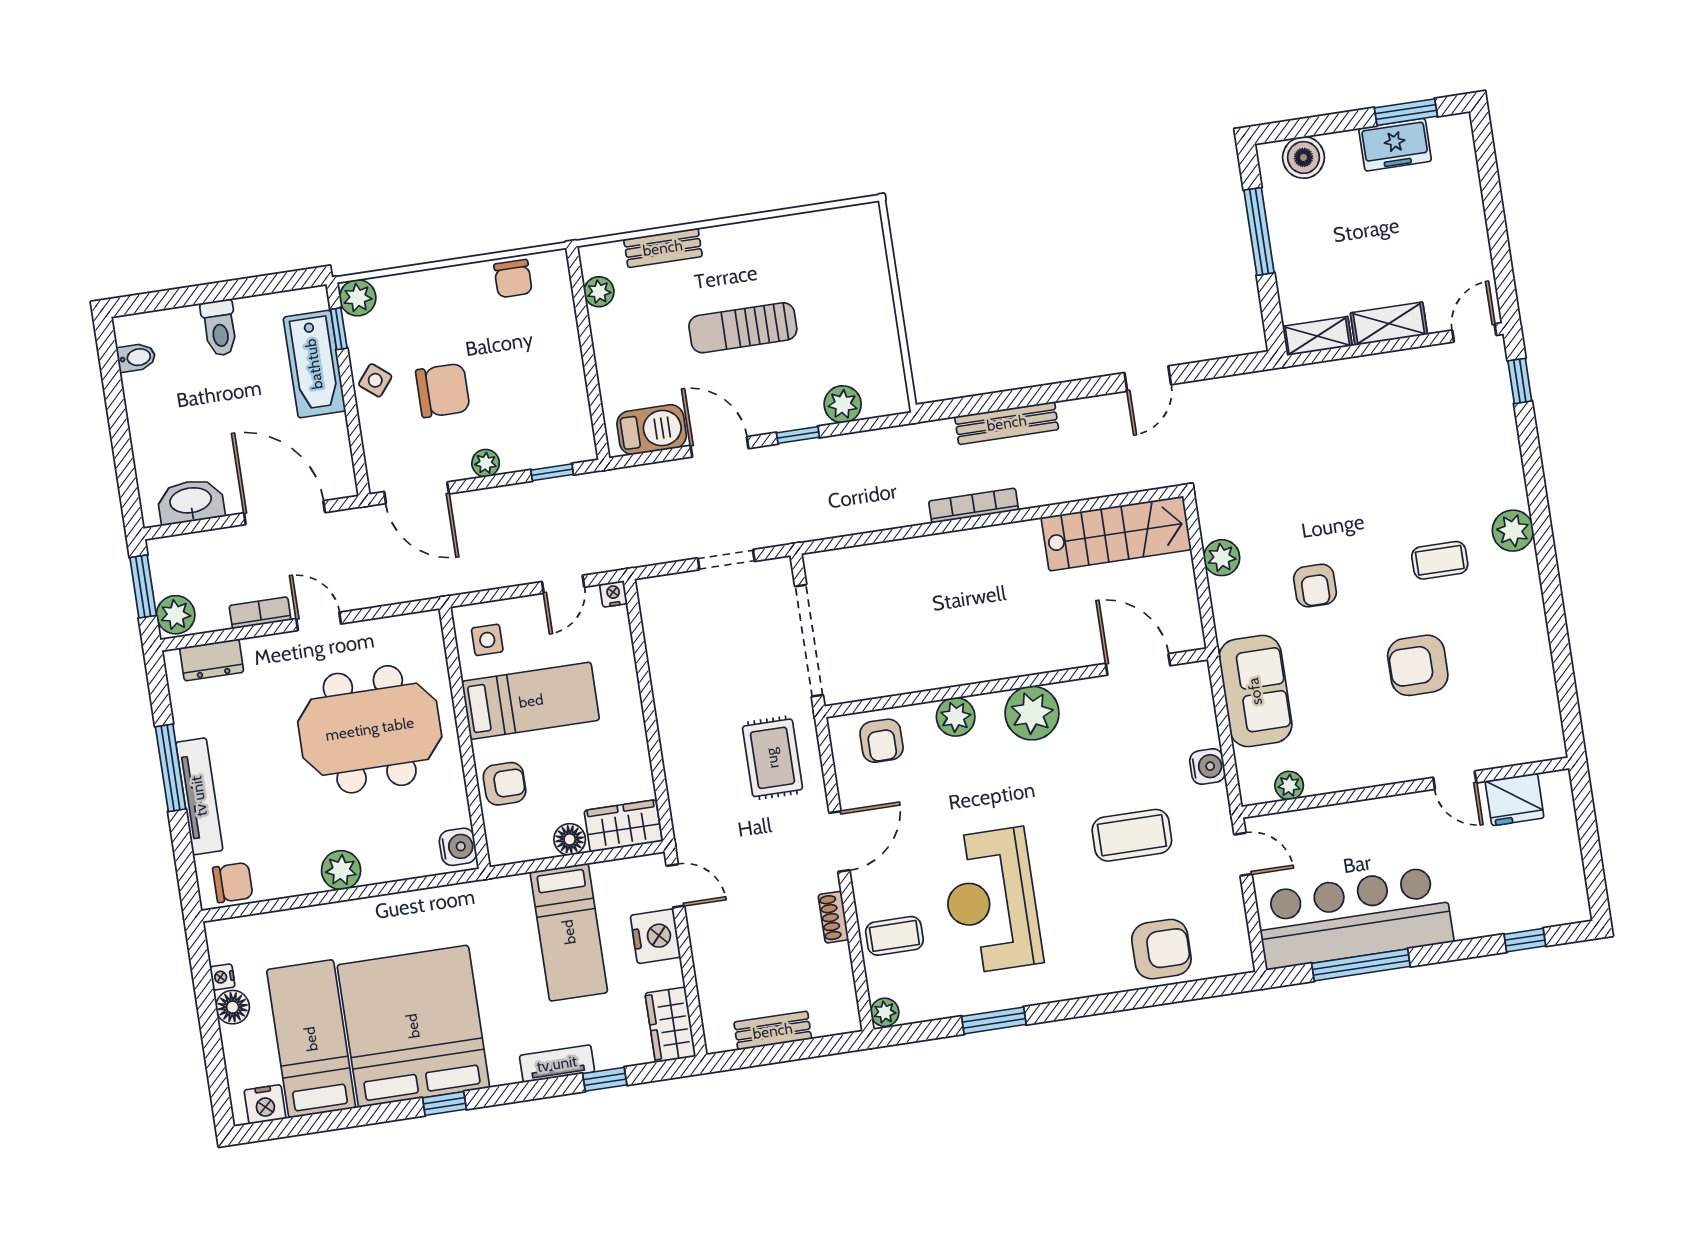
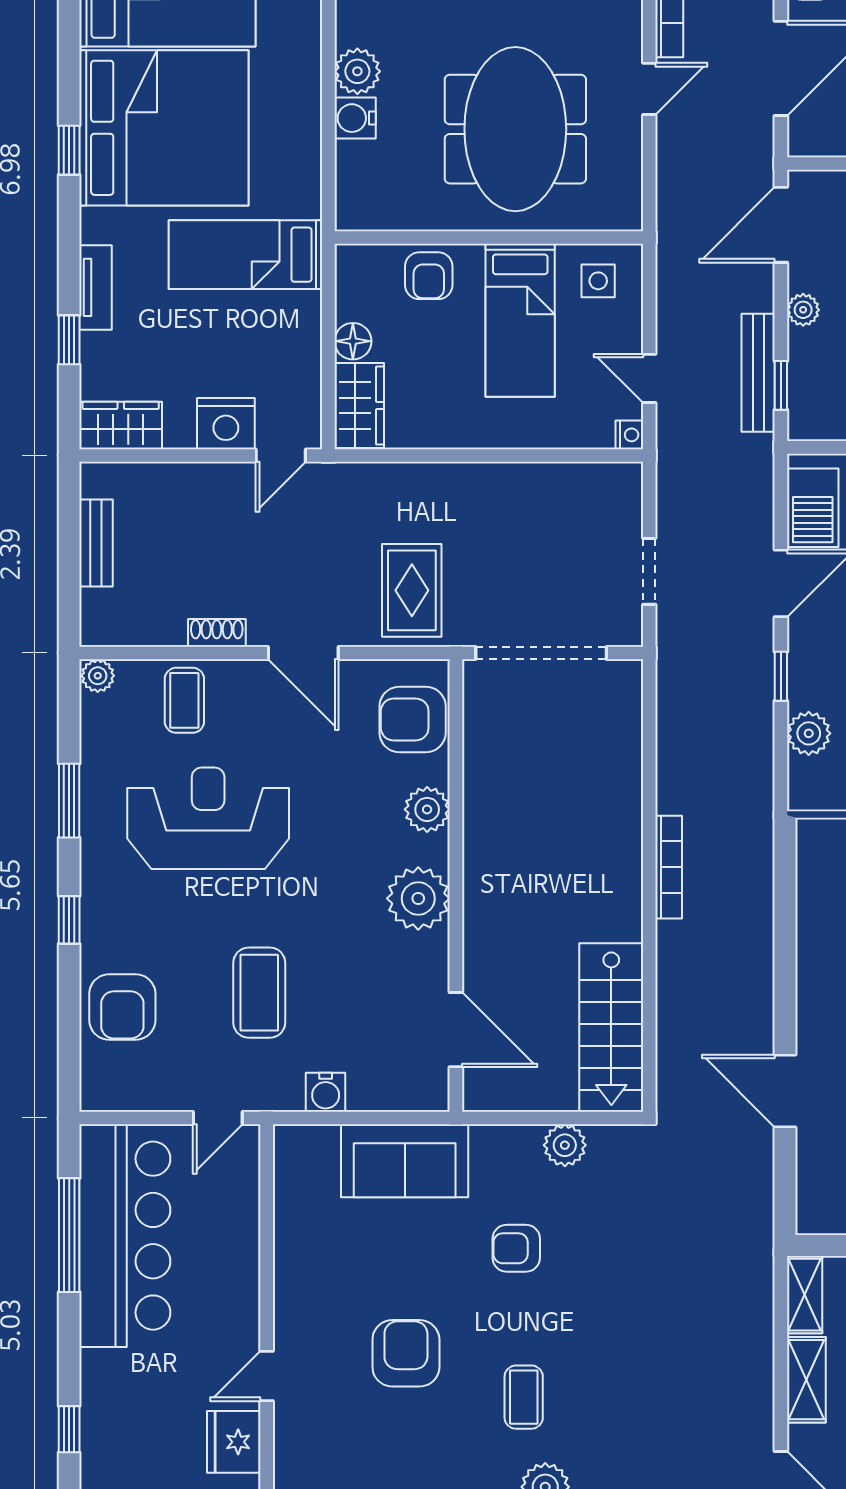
door: (1148, 379) -> (785, 1091), width x1.38
bench: (1007, 423) -> (758, 373), moved
door: (1138, 664) -> (456, 1030), hinge flipped
armchair: (882, 741) -> (413, 719), width x1.38, depth x1.38
rug: (772, 758) -> (412, 590), turned 90
plant: (1289, 785) -> (289, 1183), removed
water cooler: (458, 847) -> (355, 118), moved, turned 90
bed: (569, 932) -> (246, 255), moved
window: (1095, 1005) -> (69, 920), added

